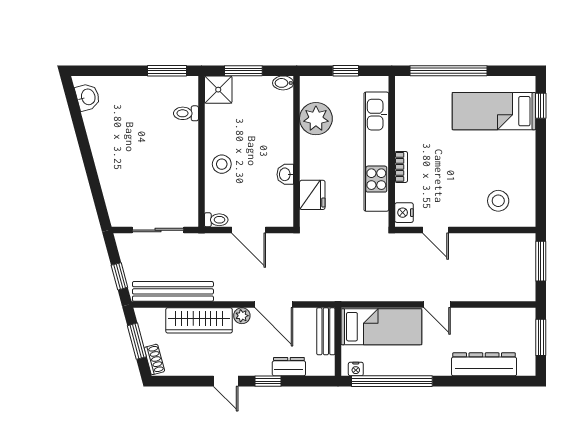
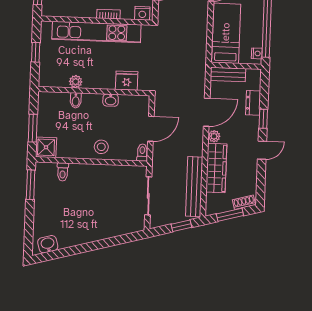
bidet: (283, 83) -> (76, 100), moved
plant: (316, 119) -> (76, 82), width x0.53, depth x0.53

